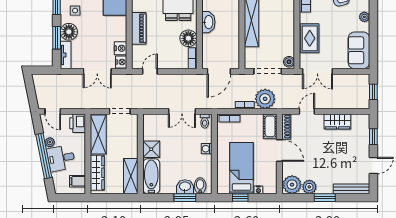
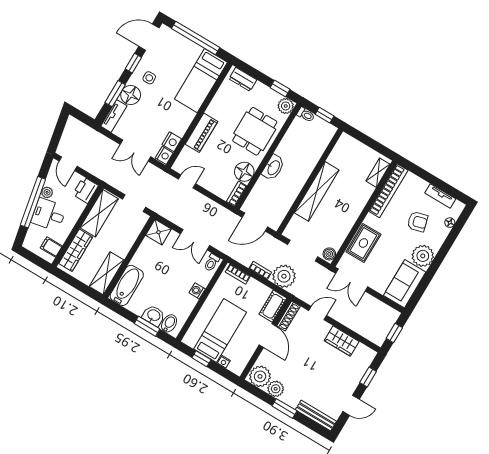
plant: (364, 17) -> (423, 256), width x1.87, depth x1.87
shower: (151, 149) -> (158, 232), moved

